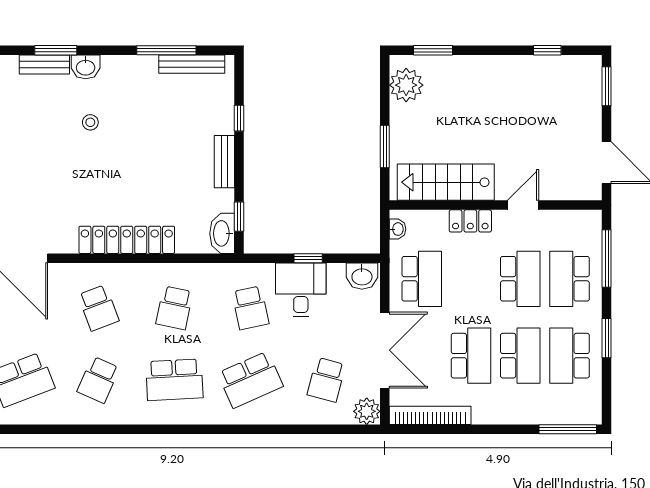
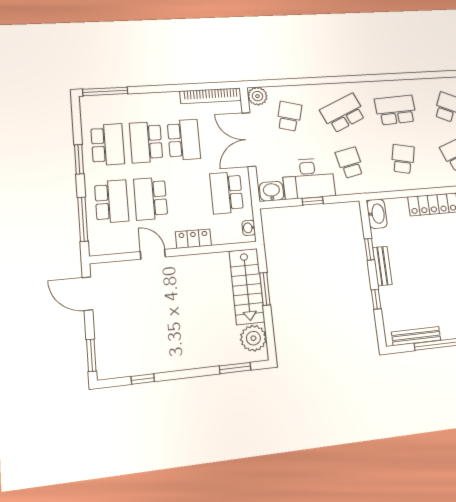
stairs: (446, 182) -> (247, 286), moved, turned 90
door: (523, 205) -> (153, 254), swing flipped
window: (239, 217) -> (369, 249), moved
desk: (301, 290) -> (308, 178), width x1.37
school desk: (471, 356) -> (184, 140), turned 180

